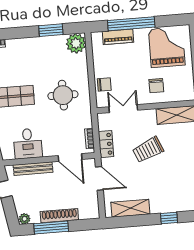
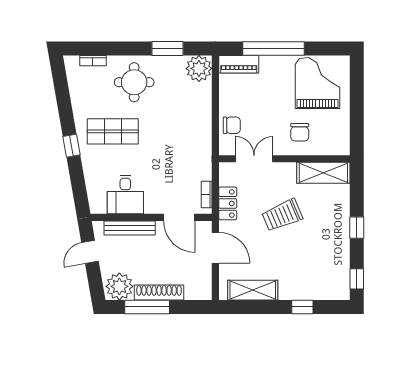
piano: (118, 37) -> (239, 64), moved
round table: (63, 95) -> (134, 82), moved
plant: (25, 219) -> (119, 286), width x1.87, depth x1.87

